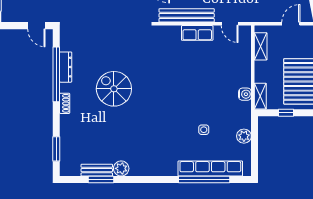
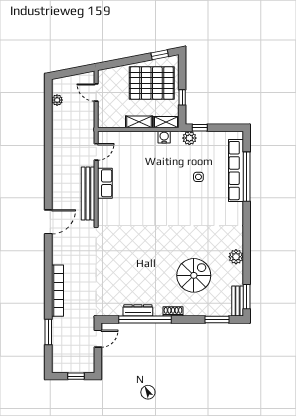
shelving: (261, 46) -> (139, 122), moved
spiral stairs: (114, 89) -> (194, 275), moved, turned 180
window: (255, 131) -> (200, 128), added
plant: (244, 136) -> (189, 138), moved
bench: (97, 170) -> (238, 301), moved
window: (101, 180) -> (247, 297), moved

